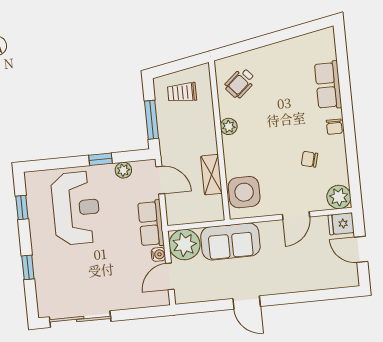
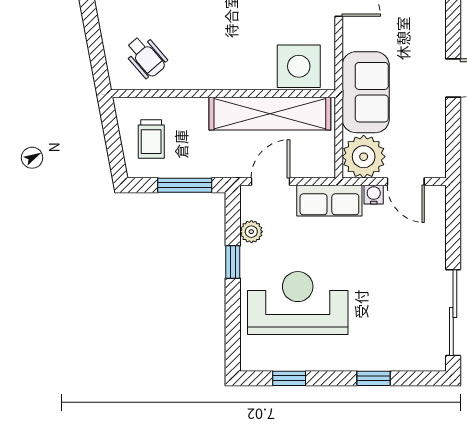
plant: (229, 126) -> (205, 79), removed
shelving: (211, 175) -> (270, 114), width x2.20, depth x1.33

